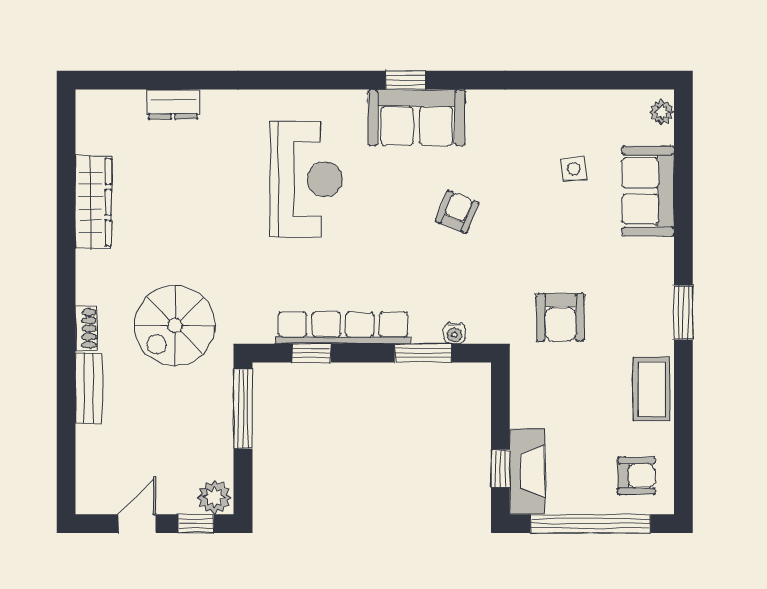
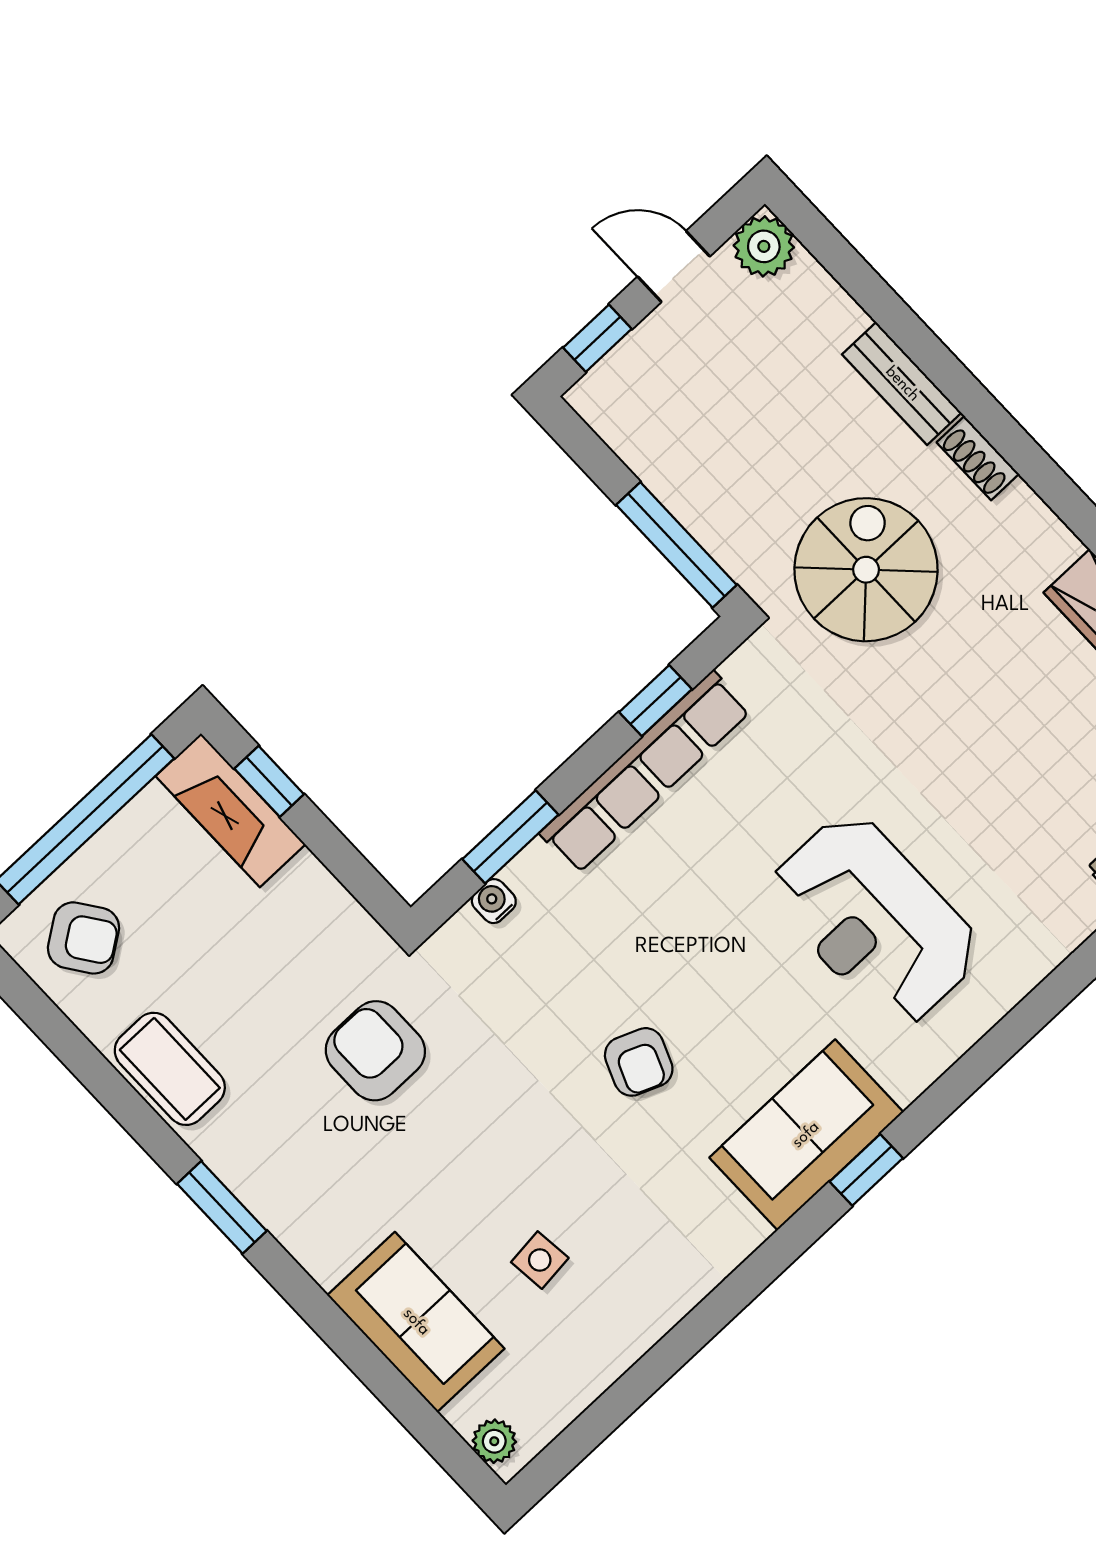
armchair: (636, 476) -> (84, 938), turned -125
plant: (214, 497) -> (764, 246), moved
door: (137, 524) -> (674, 267), swing flipped

